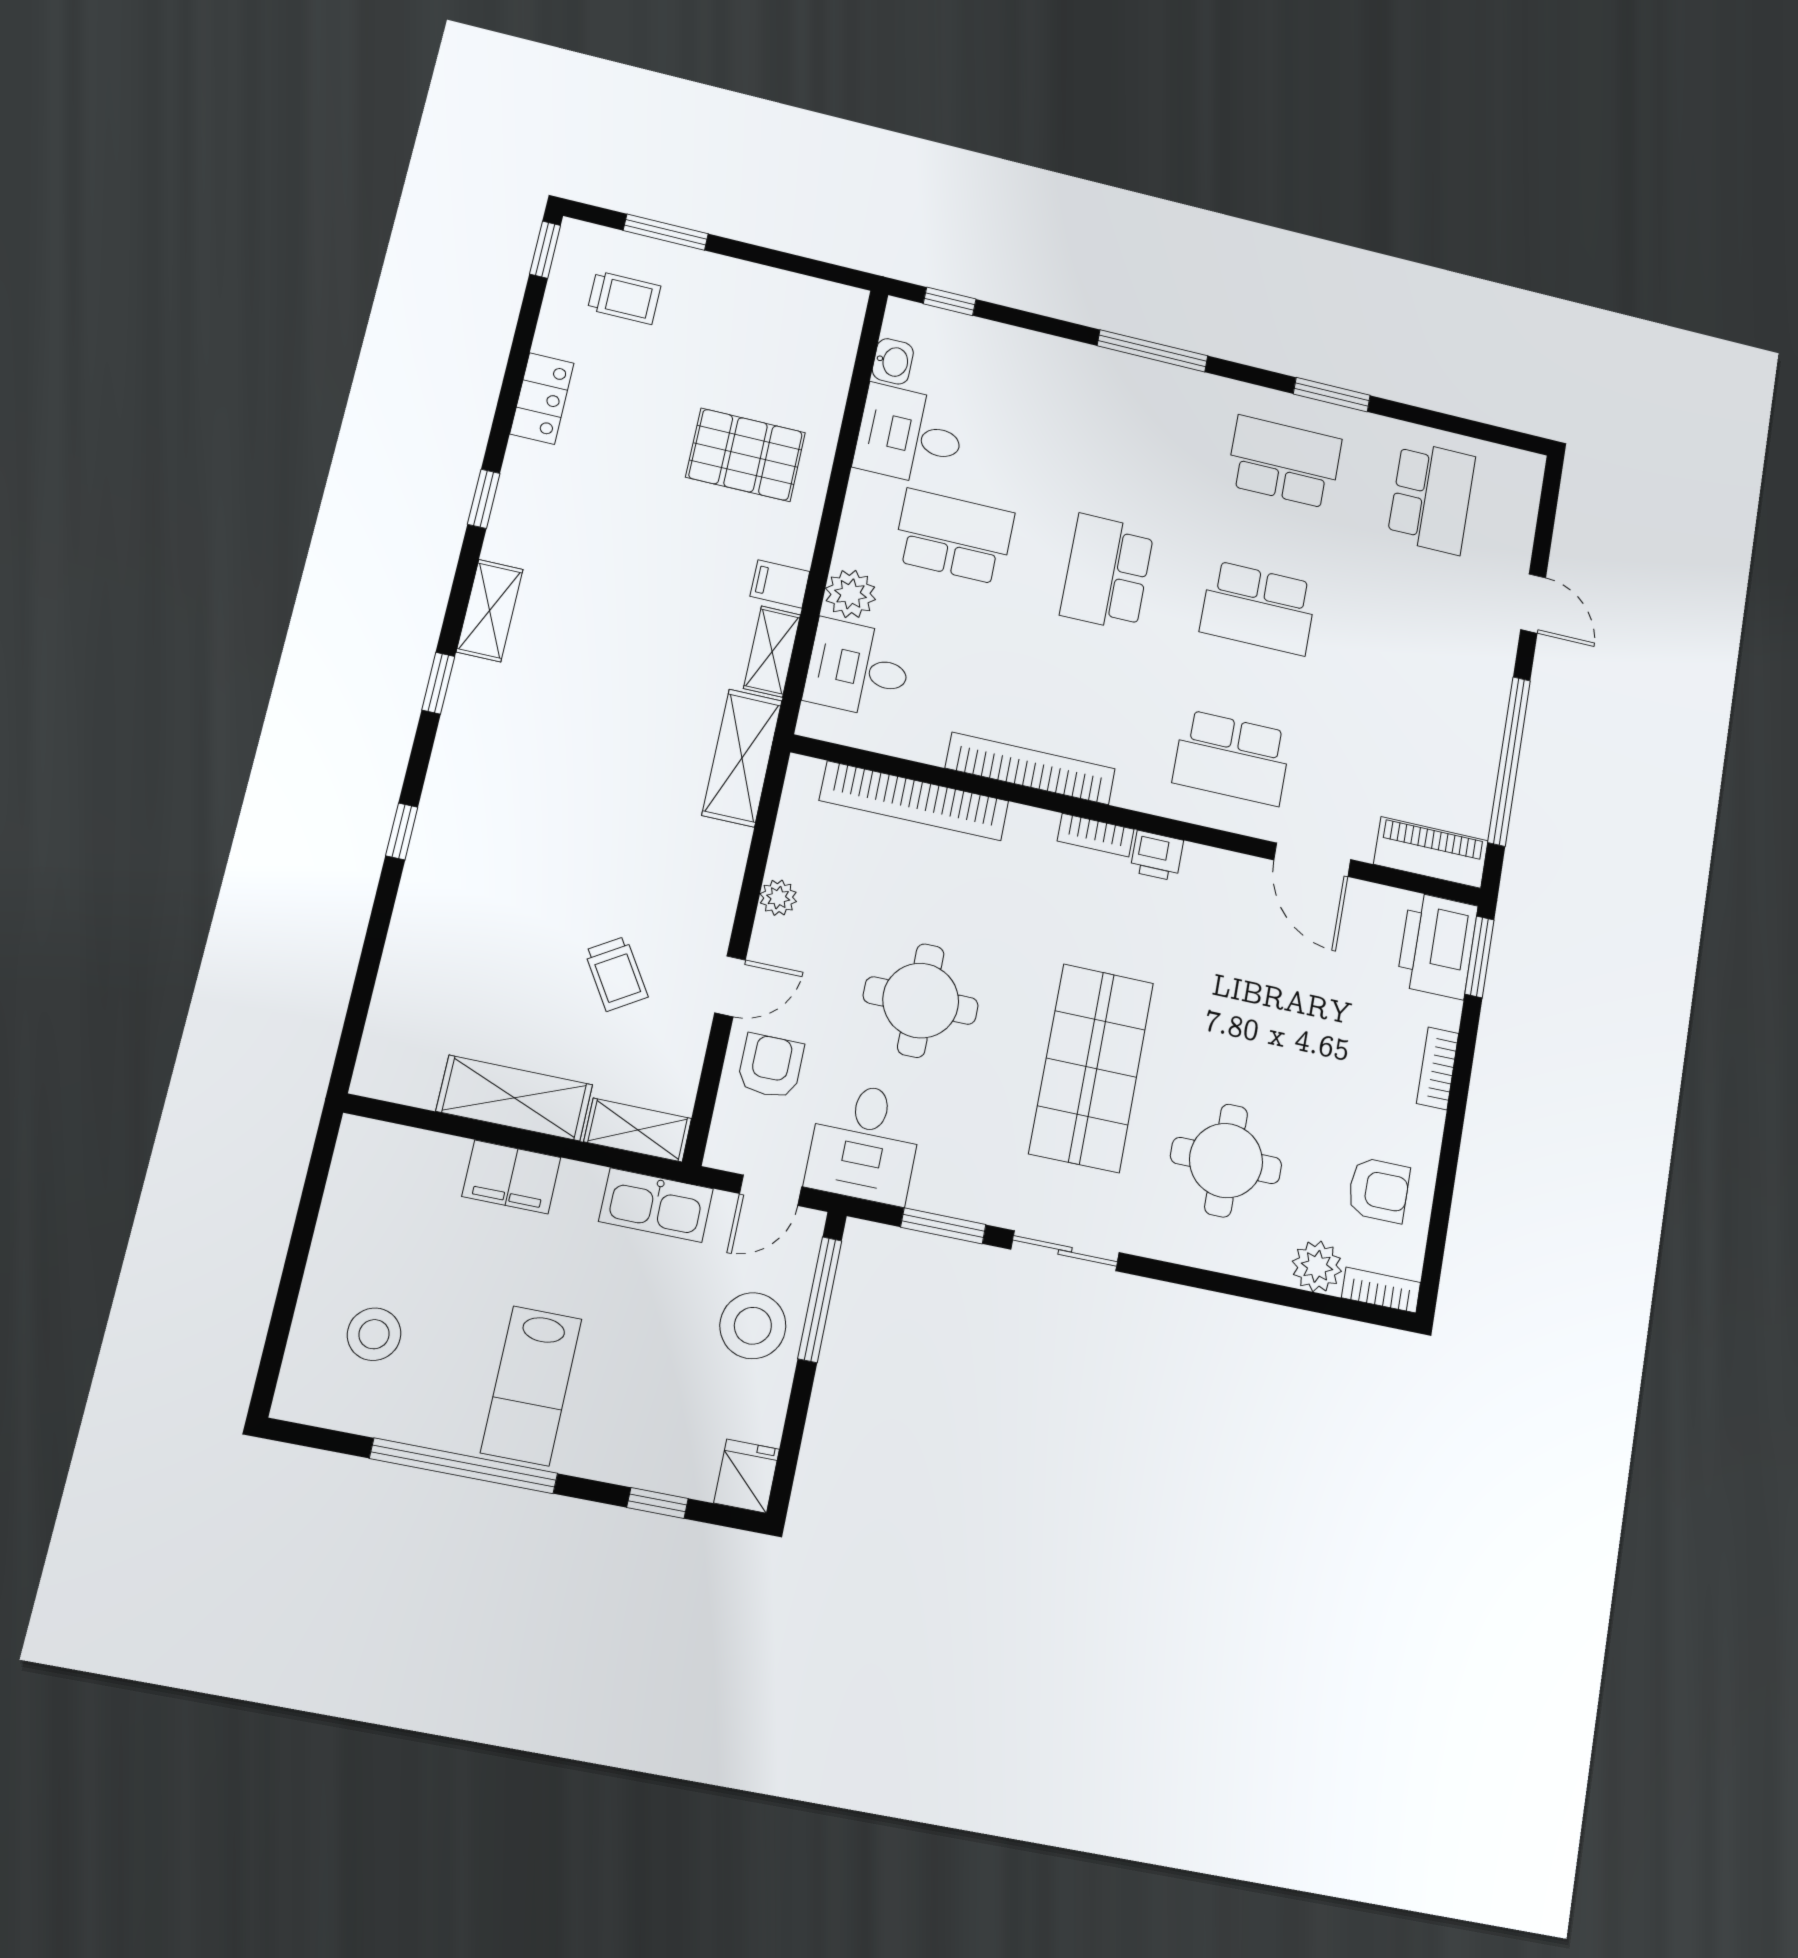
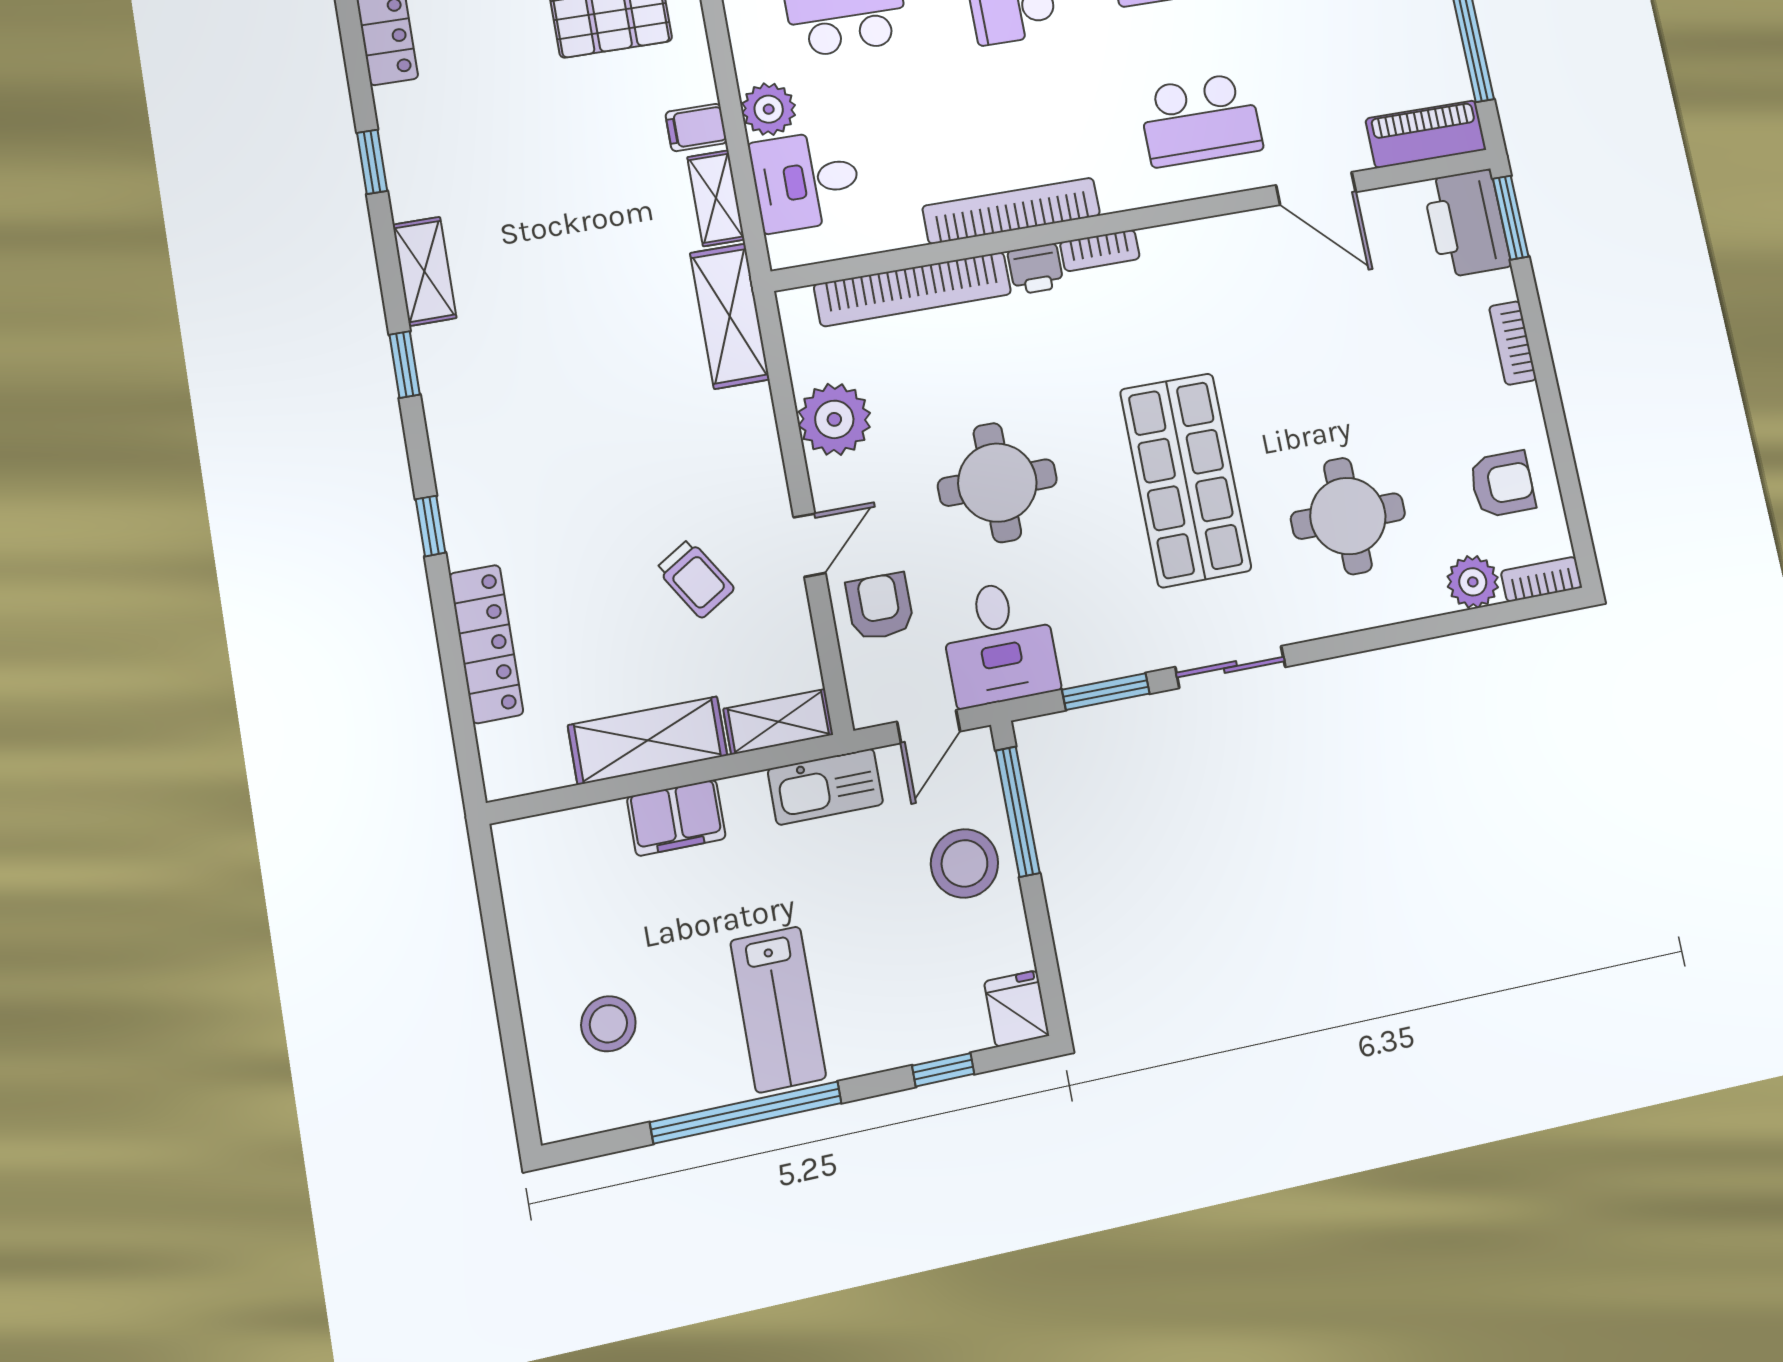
printer: (1157, 856) -> (1036, 269), moved
plant: (778, 898) -> (834, 419), width x1.88, depth x1.88
locker: (407, 954) -> (486, 644), added

